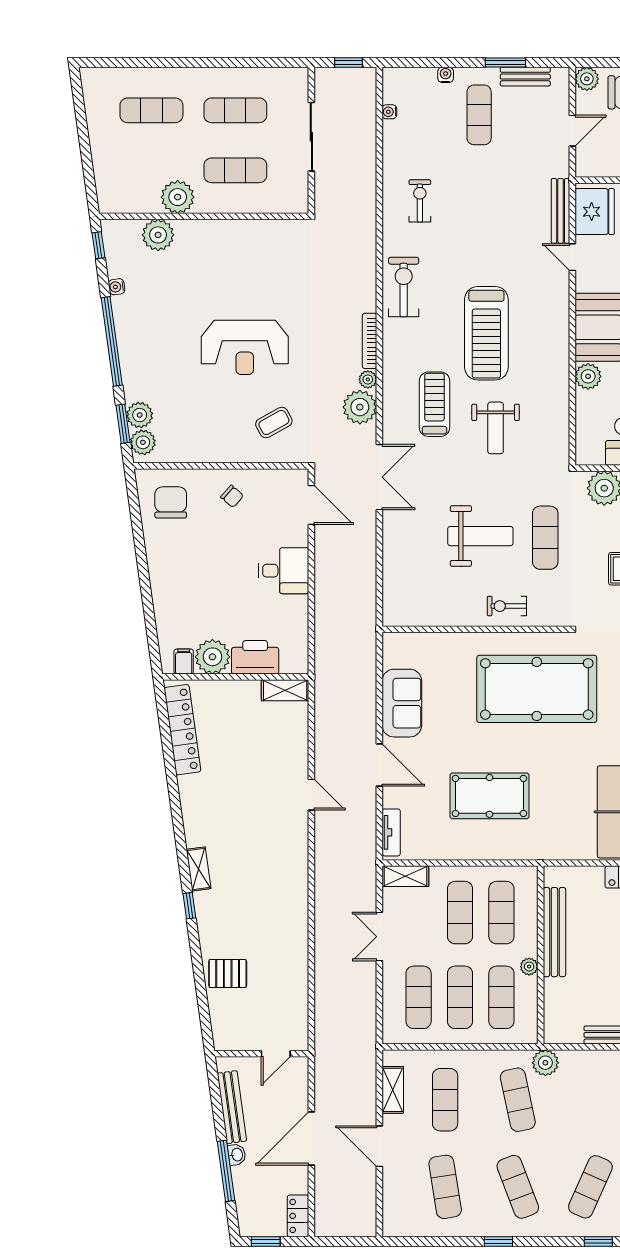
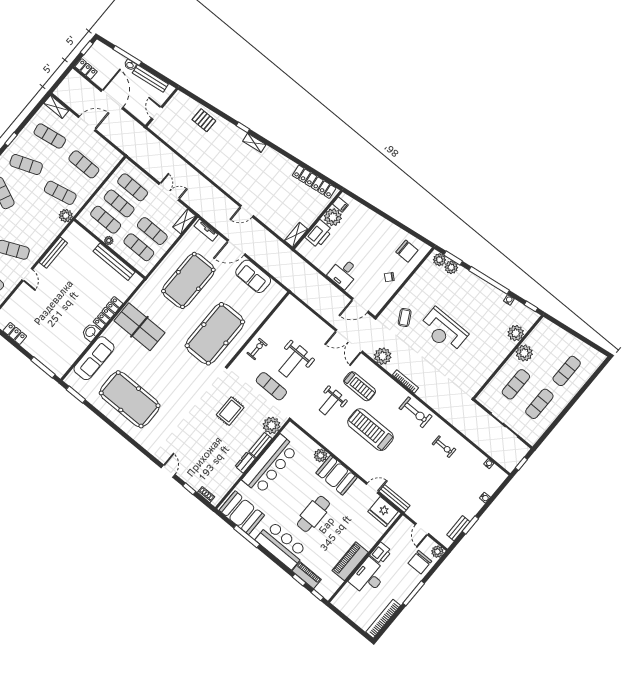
exercise mat: (479, 115) -> (458, 498), removed
reception desk: (245, 347) -> (443, 330), turned -90
plant: (368, 379) -> (391, 368), removed
weight bench: (496, 428) -> (330, 402), turned -90
pool table: (489, 796) -> (188, 280), width x1.36, depth x1.32
pallet: (228, 974) -> (204, 120), turned 90
shelving: (393, 1090) -> (56, 107), moved

